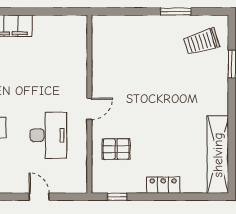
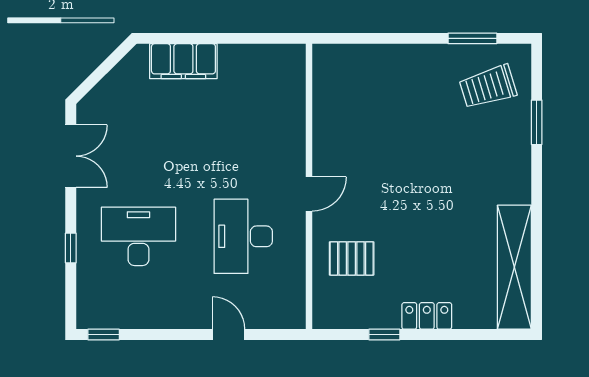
window: (176, 11) -> (472, 38), moved
desk: (48, 135) -> (243, 236), turned 180
window: (117, 197) -> (384, 334), moved

